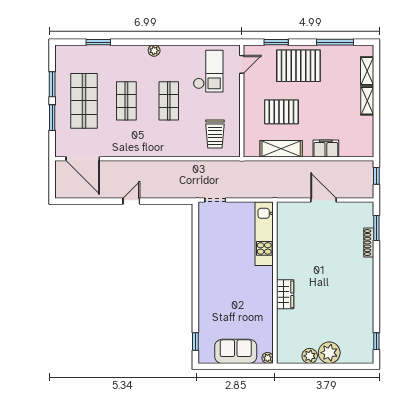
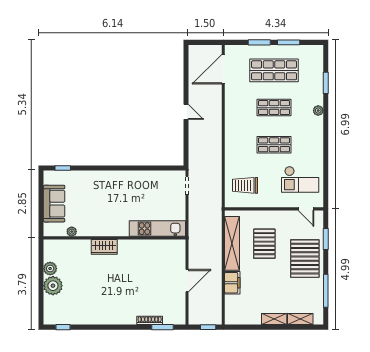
plant: (154, 51) -> (318, 111), moved
shelving: (281, 149) -> (232, 243), width x1.47
plant: (268, 358) -> (72, 232), moved

